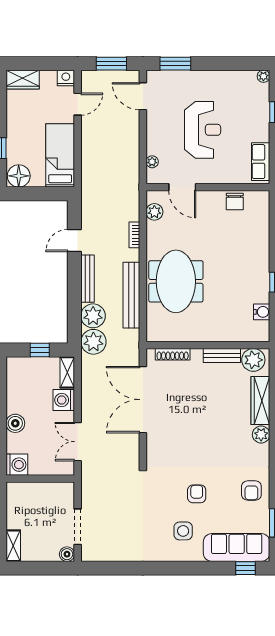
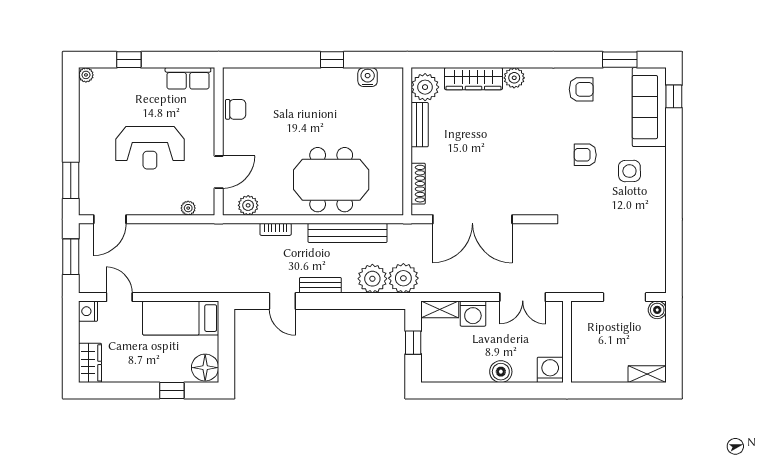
reception desk: (203, 130) -> (150, 148), turned 180
bench: (88, 279) -> (320, 285), width x0.73

